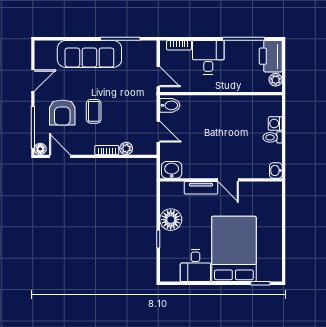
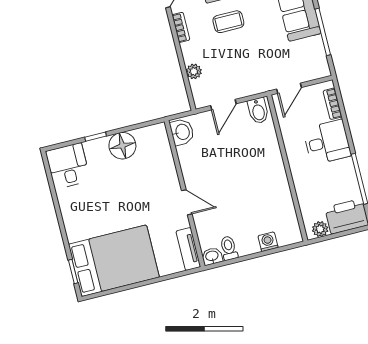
toilet: (273, 137) -> (229, 248), moved
bookcase: (107, 150) -> (181, 27), moved
door: (228, 180) -> (187, 202), swing flipped
tv unit: (201, 188) -> (188, 249), moved
bed: (234, 249) -> (114, 261), moved
desk: (195, 266) -> (68, 166), moved, turned 90

